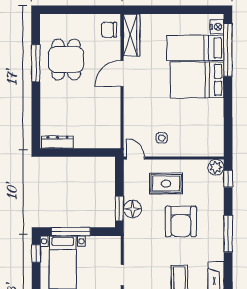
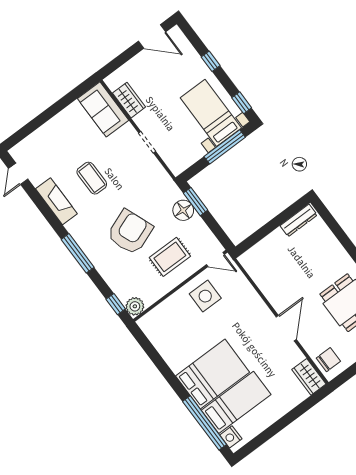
wardrobe: (131, 35) -> (309, 377), width x0.67
side table: (162, 138) -> (205, 296), width x1.87, depth x1.87
armchair: (181, 221) -> (130, 232), turned 69

